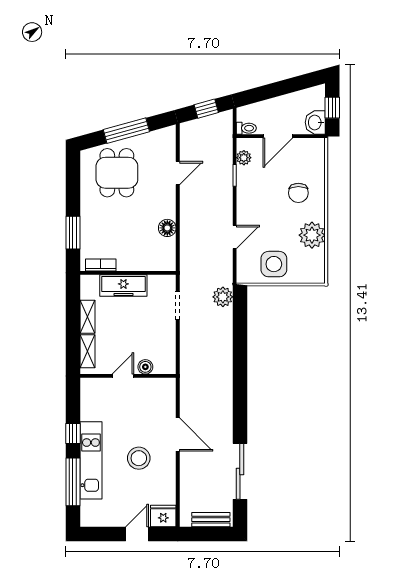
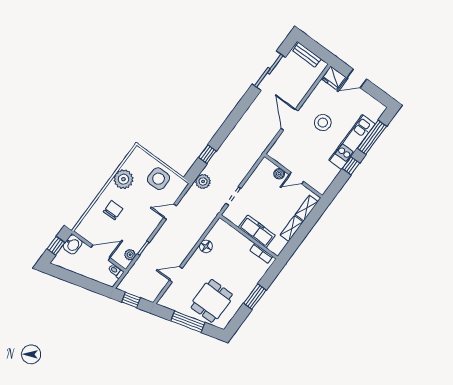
window: (73, 233) -> (255, 297), moved
window: (240, 330) -> (207, 154), added

